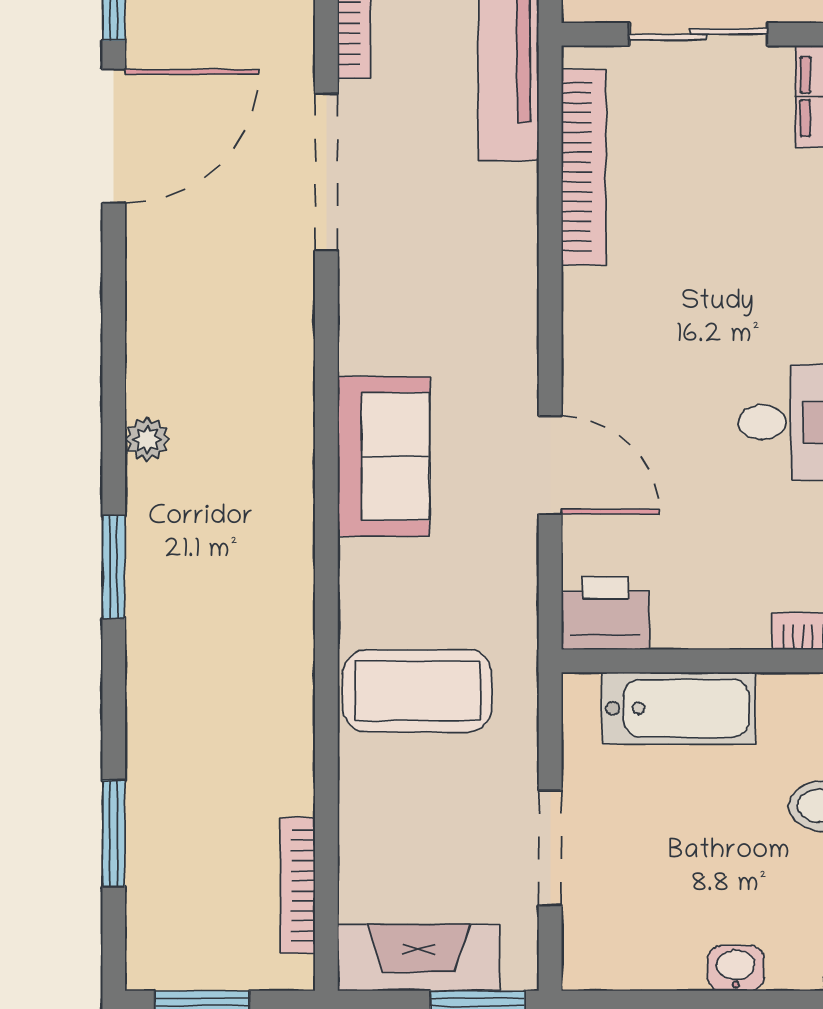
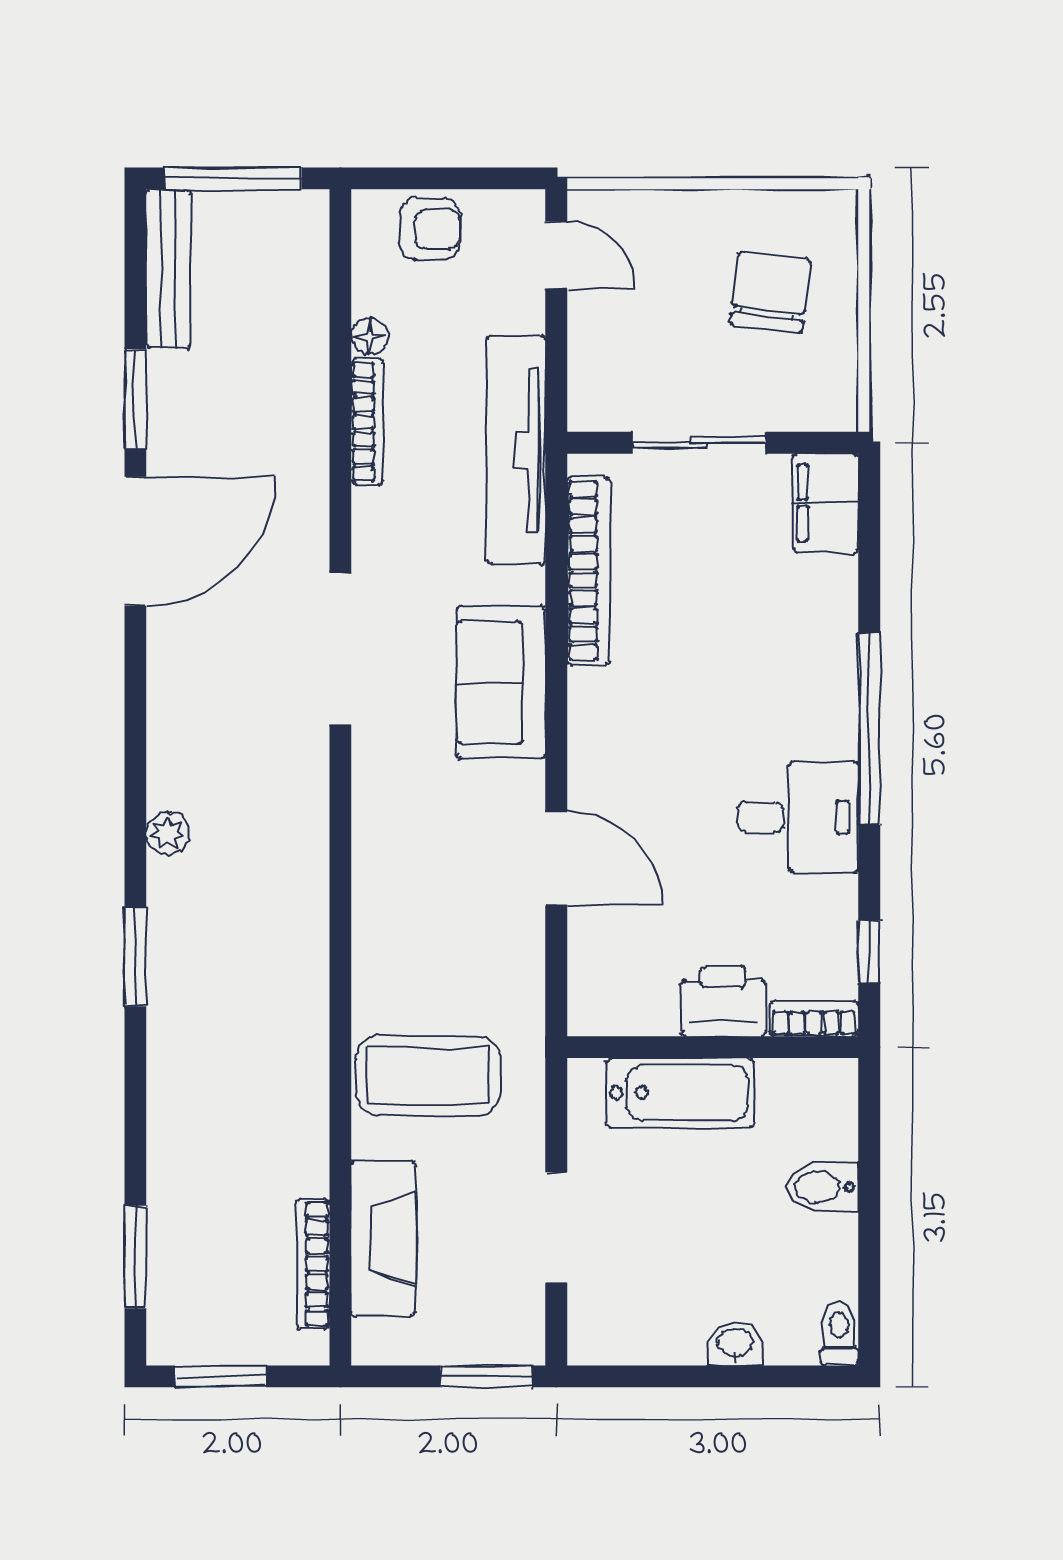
doorway: (326, 172) -> (340, 649), moved
sofa: (384, 456) -> (501, 682), moved, turned 180
printer: (605, 613) -> (723, 1001), moved
window: (114, 833) -> (135, 1257), moved
fireplace: (419, 958) -> (383, 1239), moved, turned 90

